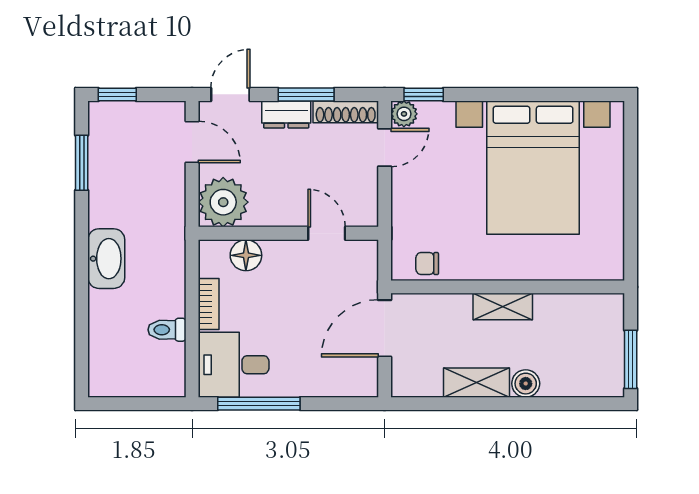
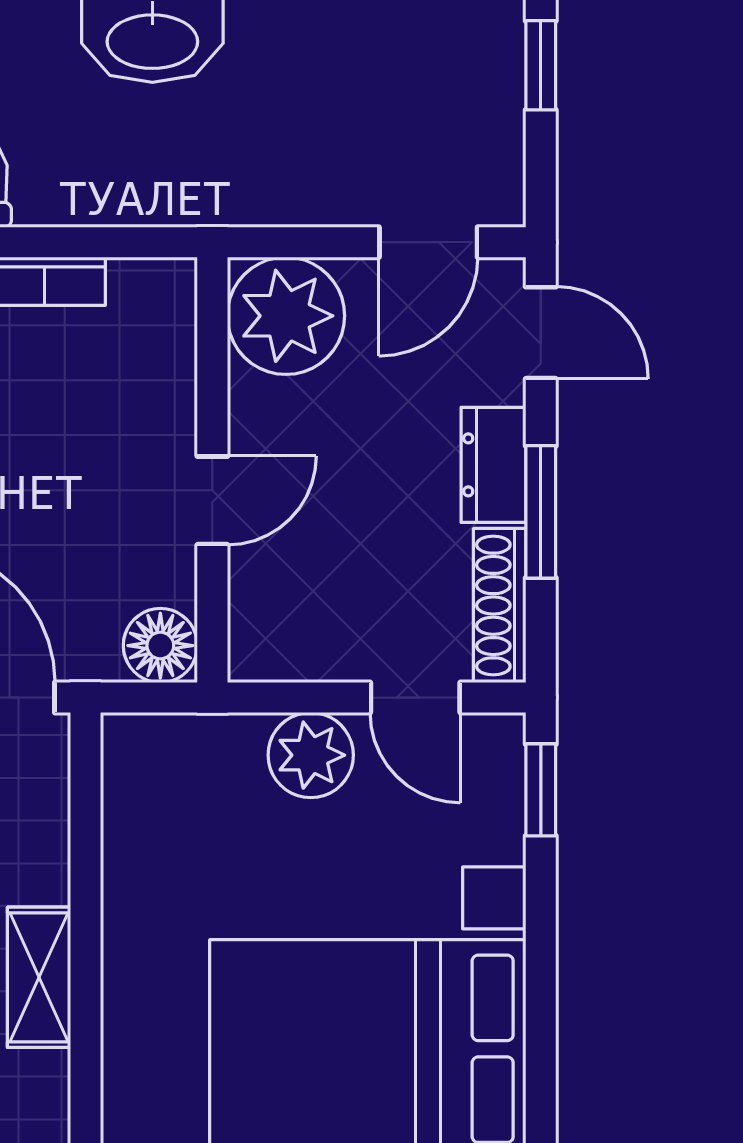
plant: (404, 114) -> (311, 755), moved, width x1.38, depth x1.38
door: (327, 233) -> (212, 500), moved
floor lamp: (246, 255) -> (160, 646), moved
chair: (427, 264) -> (141, 798), removed

